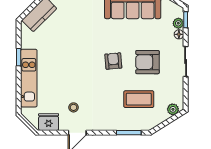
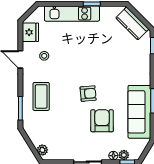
armchair: (147, 62) -> (102, 121), moved
coffee table: (139, 99) -> (41, 96), moved

